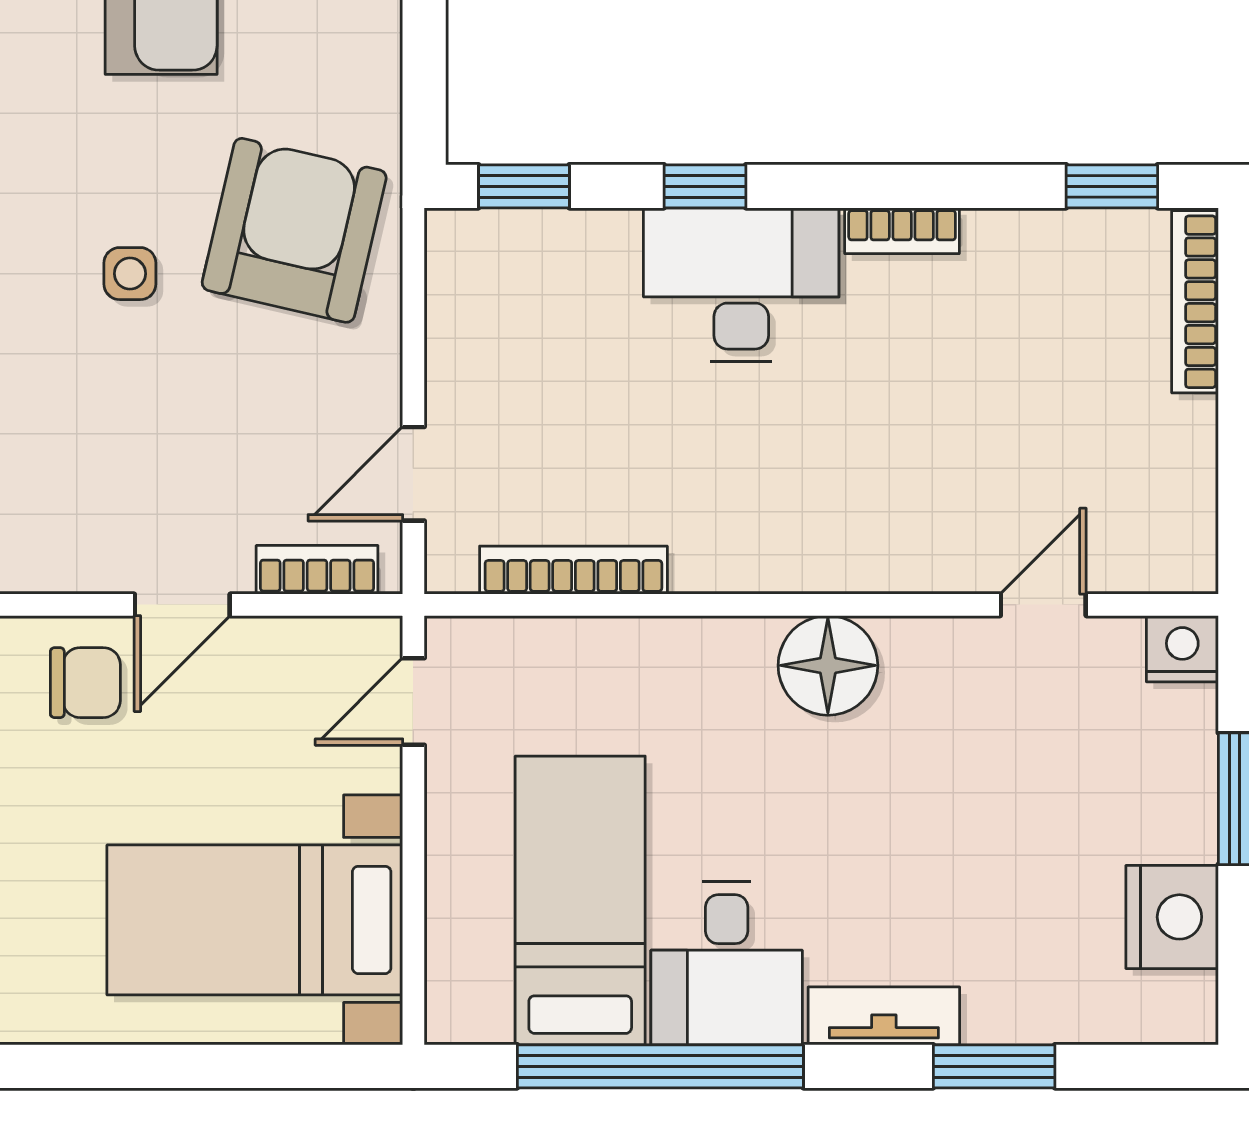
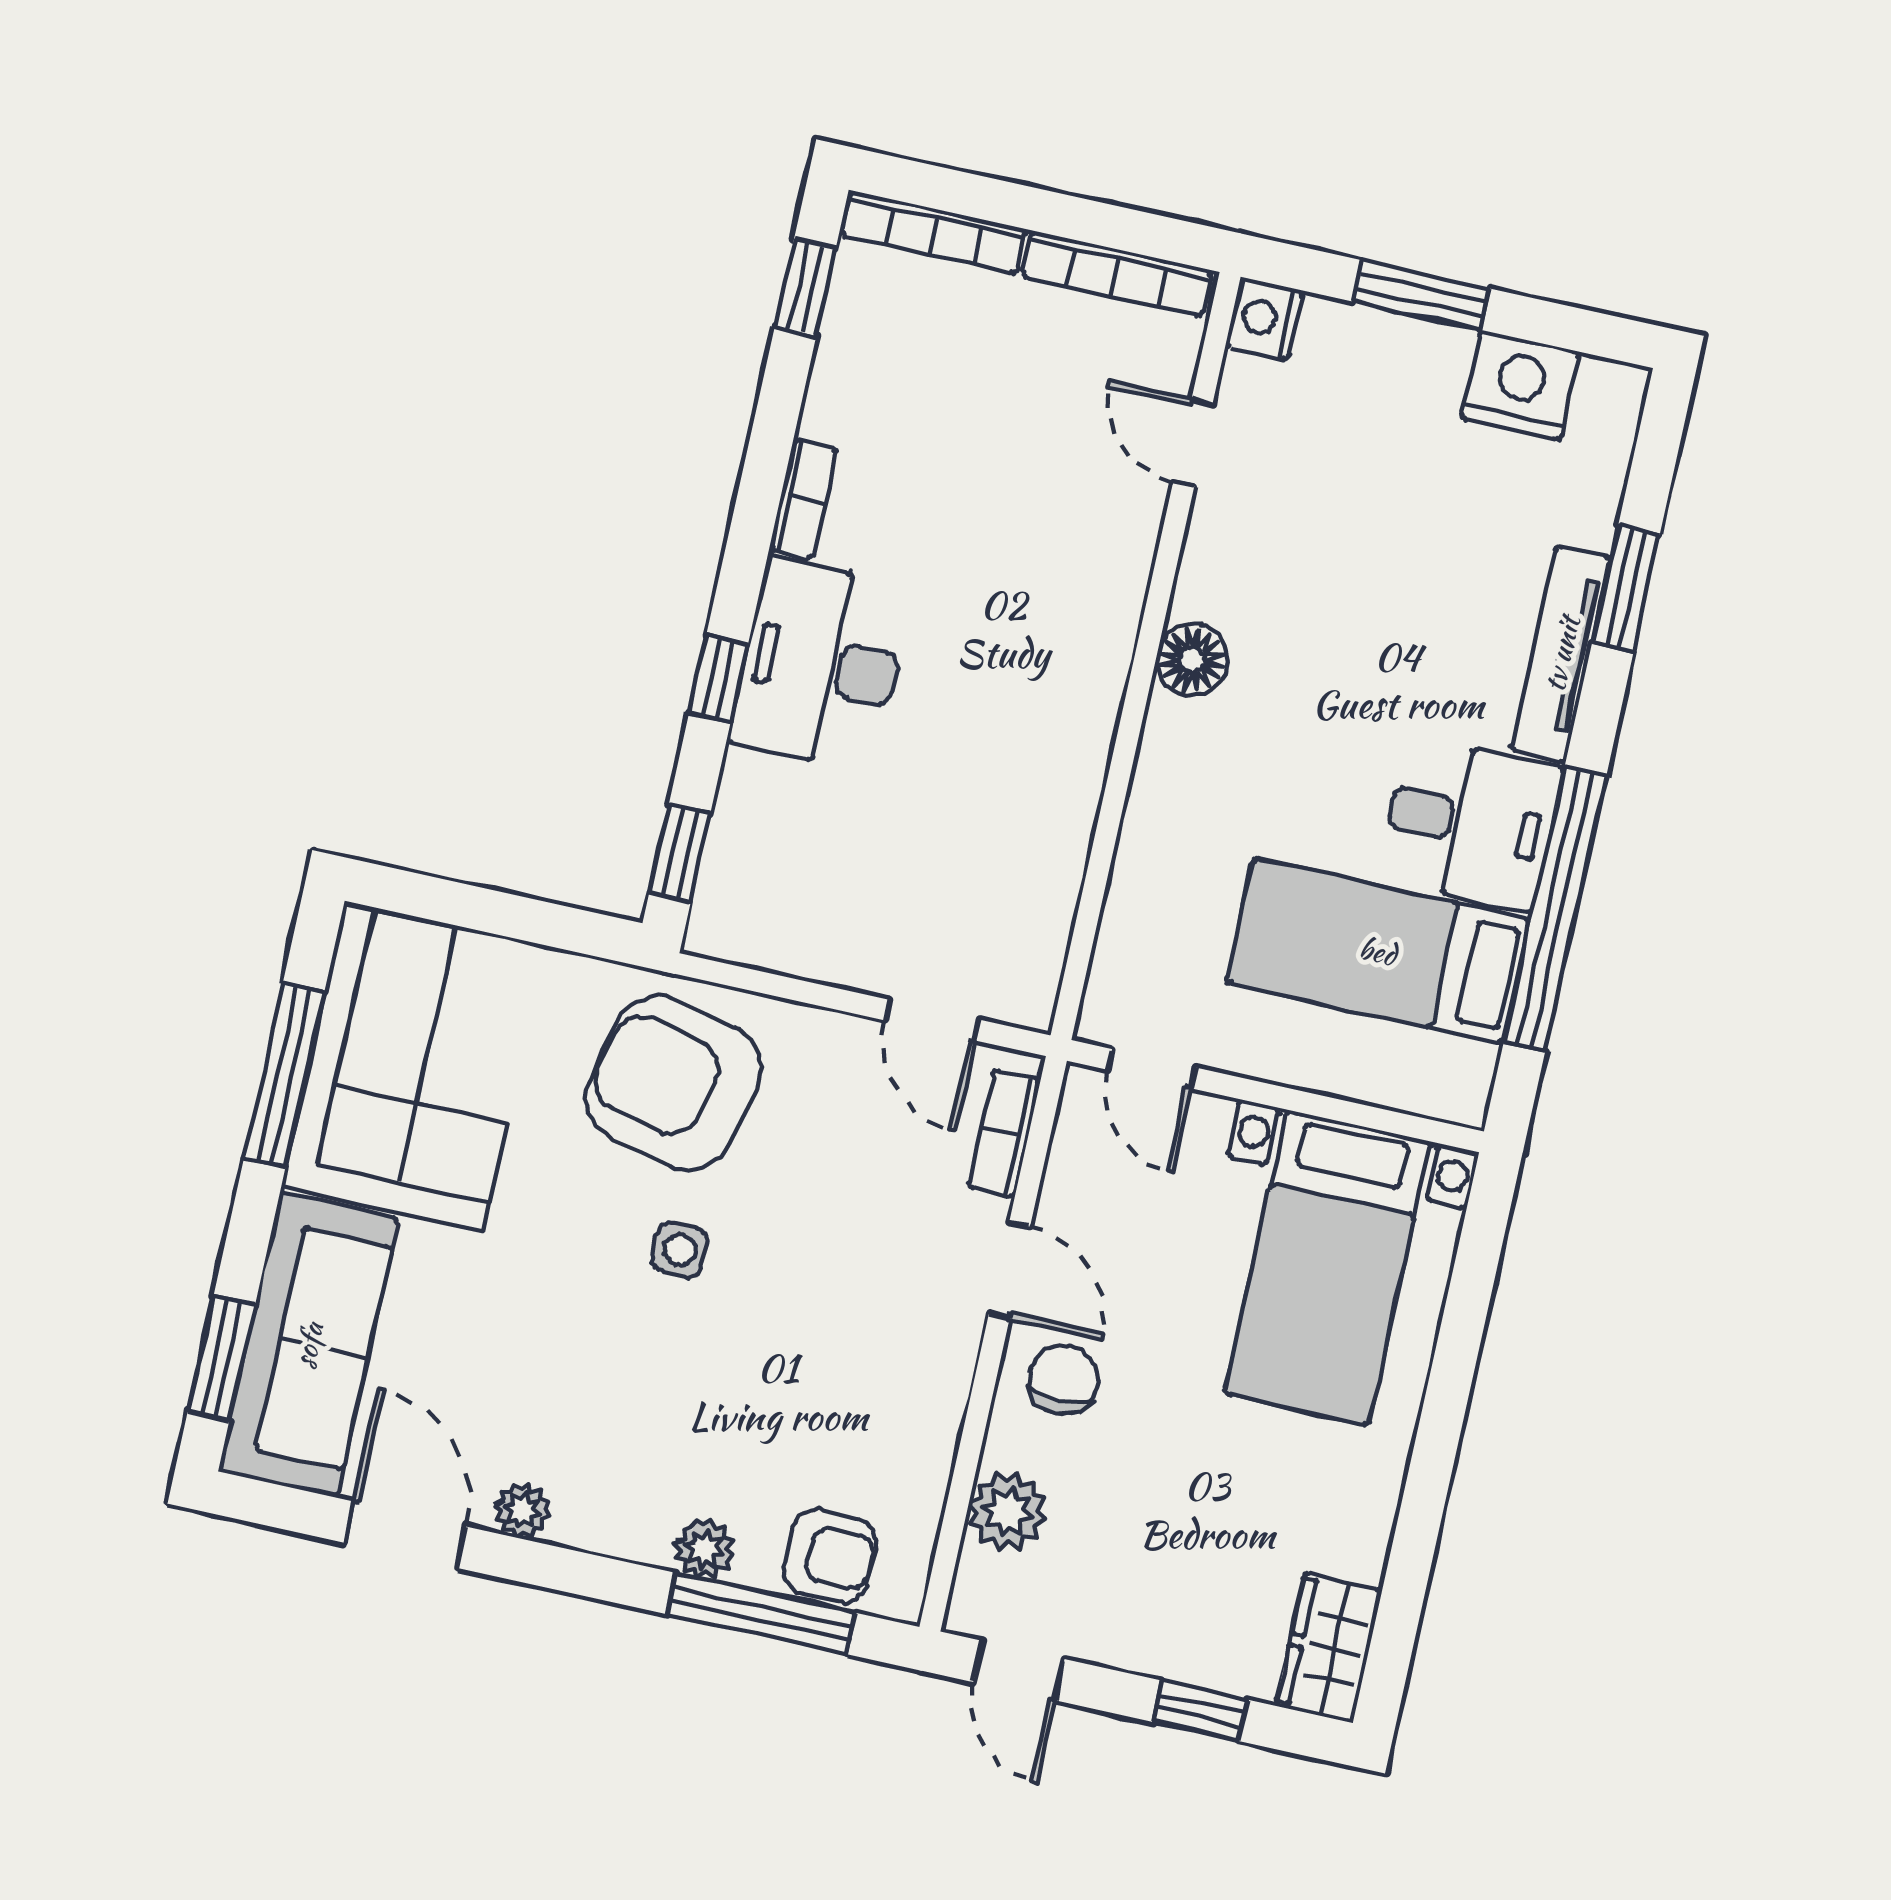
bookcase: (573, 570) -> (1117, 273), moved, turned -90
floor lamp: (828, 665) -> (1192, 660), width x0.73, depth x0.73
tv unit: (884, 1016) -> (1561, 654), width x1.41

